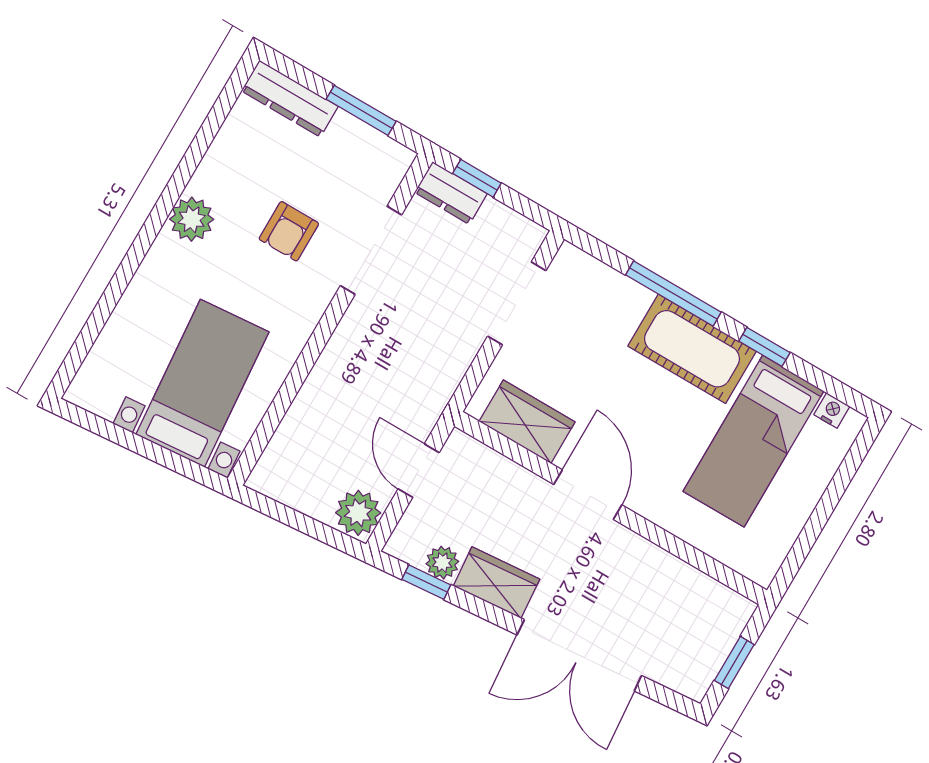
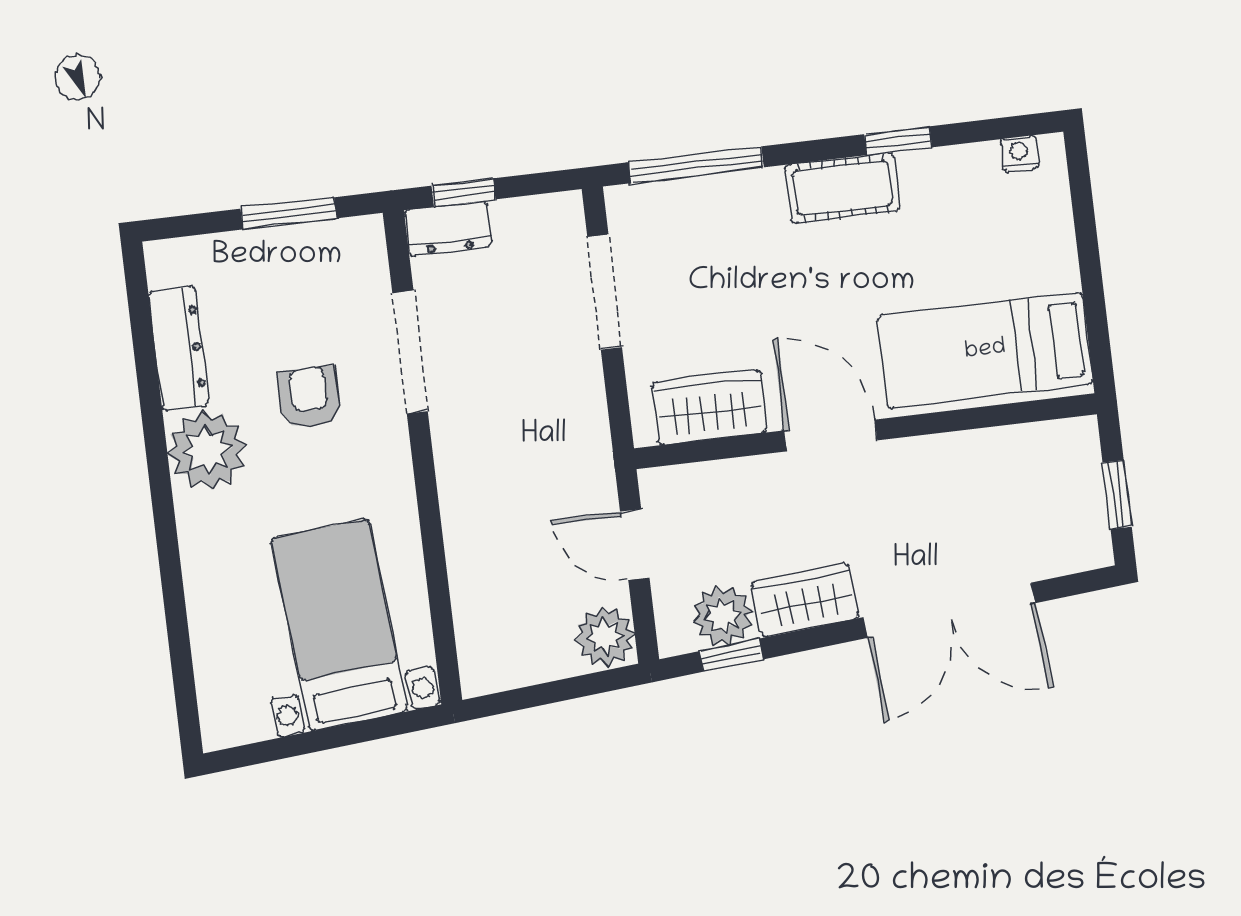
dresser: (290, 99) -> (179, 348), moved, turned -90
plant: (192, 219) -> (207, 450), width x1.36, depth x1.36
armchair: (289, 231) -> (309, 397), turned 180
window: (673, 293) -> (696, 165), moved
cot: (692, 349) -> (843, 188), width x0.73, depth x0.75
bed: (753, 441) -> (985, 350), moved, turned 90
plant: (442, 563) -> (723, 616), width x1.38, depth x1.38

